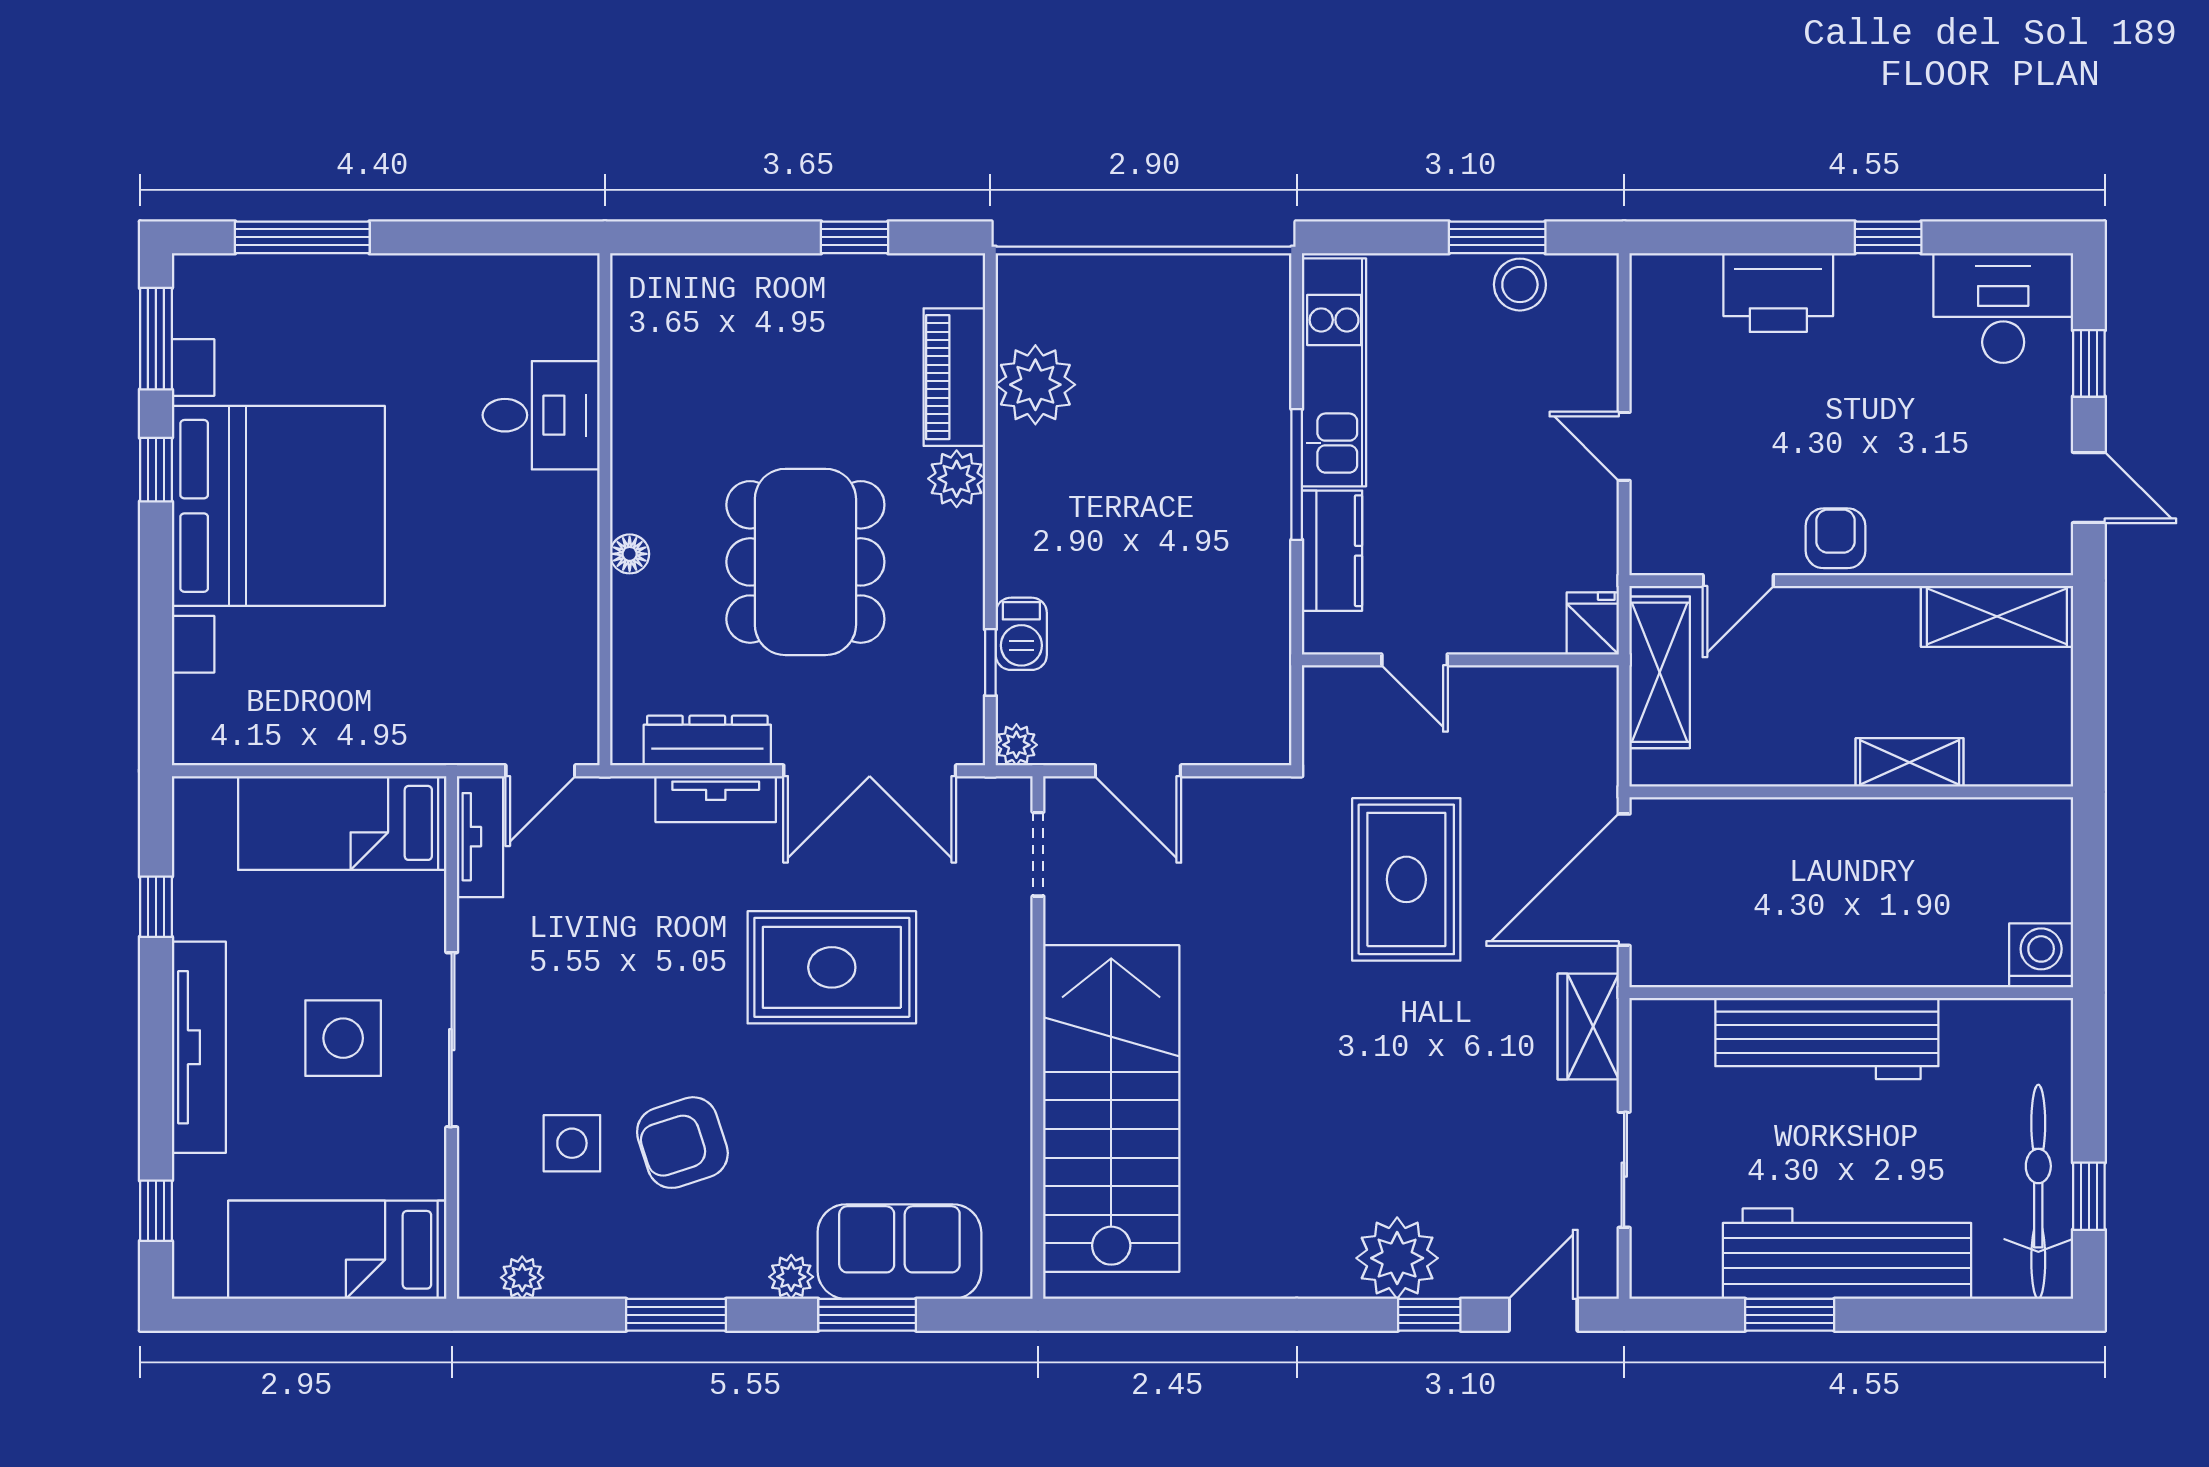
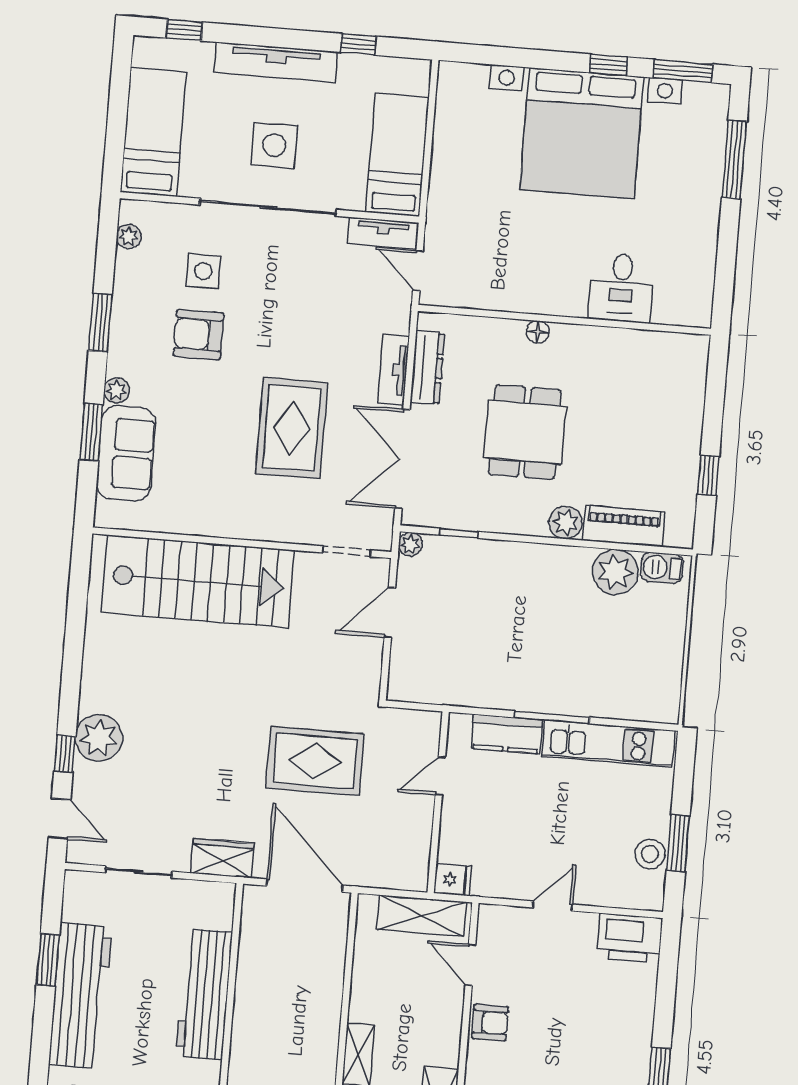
printer: (1778, 293) -> (630, 938), moved, turned -90
dining table: (805, 562) -> (525, 432), width x0.73
barbecue: (1021, 634) -> (662, 568), moved
sliding door: (452, 1040) -> (268, 207), width x1.36
armchair: (682, 1143) -> (198, 334), turned -72

